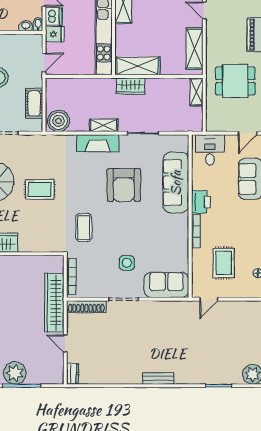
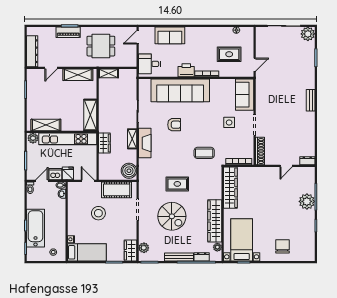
dining table: (235, 81) -> (101, 46), turned 90
wardrobe: (130, 86) -> (104, 143), moved
cot: (34, 103) -> (117, 190), width x1.37, depth x1.34
door: (248, 133) -> (138, 37), swing flipped
sofa: (176, 183) -> (180, 90), width x1.36, depth x1.27
armchair: (124, 185) -> (174, 125), width x0.53, depth x0.53
rug: (40, 189) -> (177, 184), turned 90
door: (209, 299) -> (255, 65), hinge flipped
wardrobe: (54, 303) -> (230, 188), moved, turned -90

